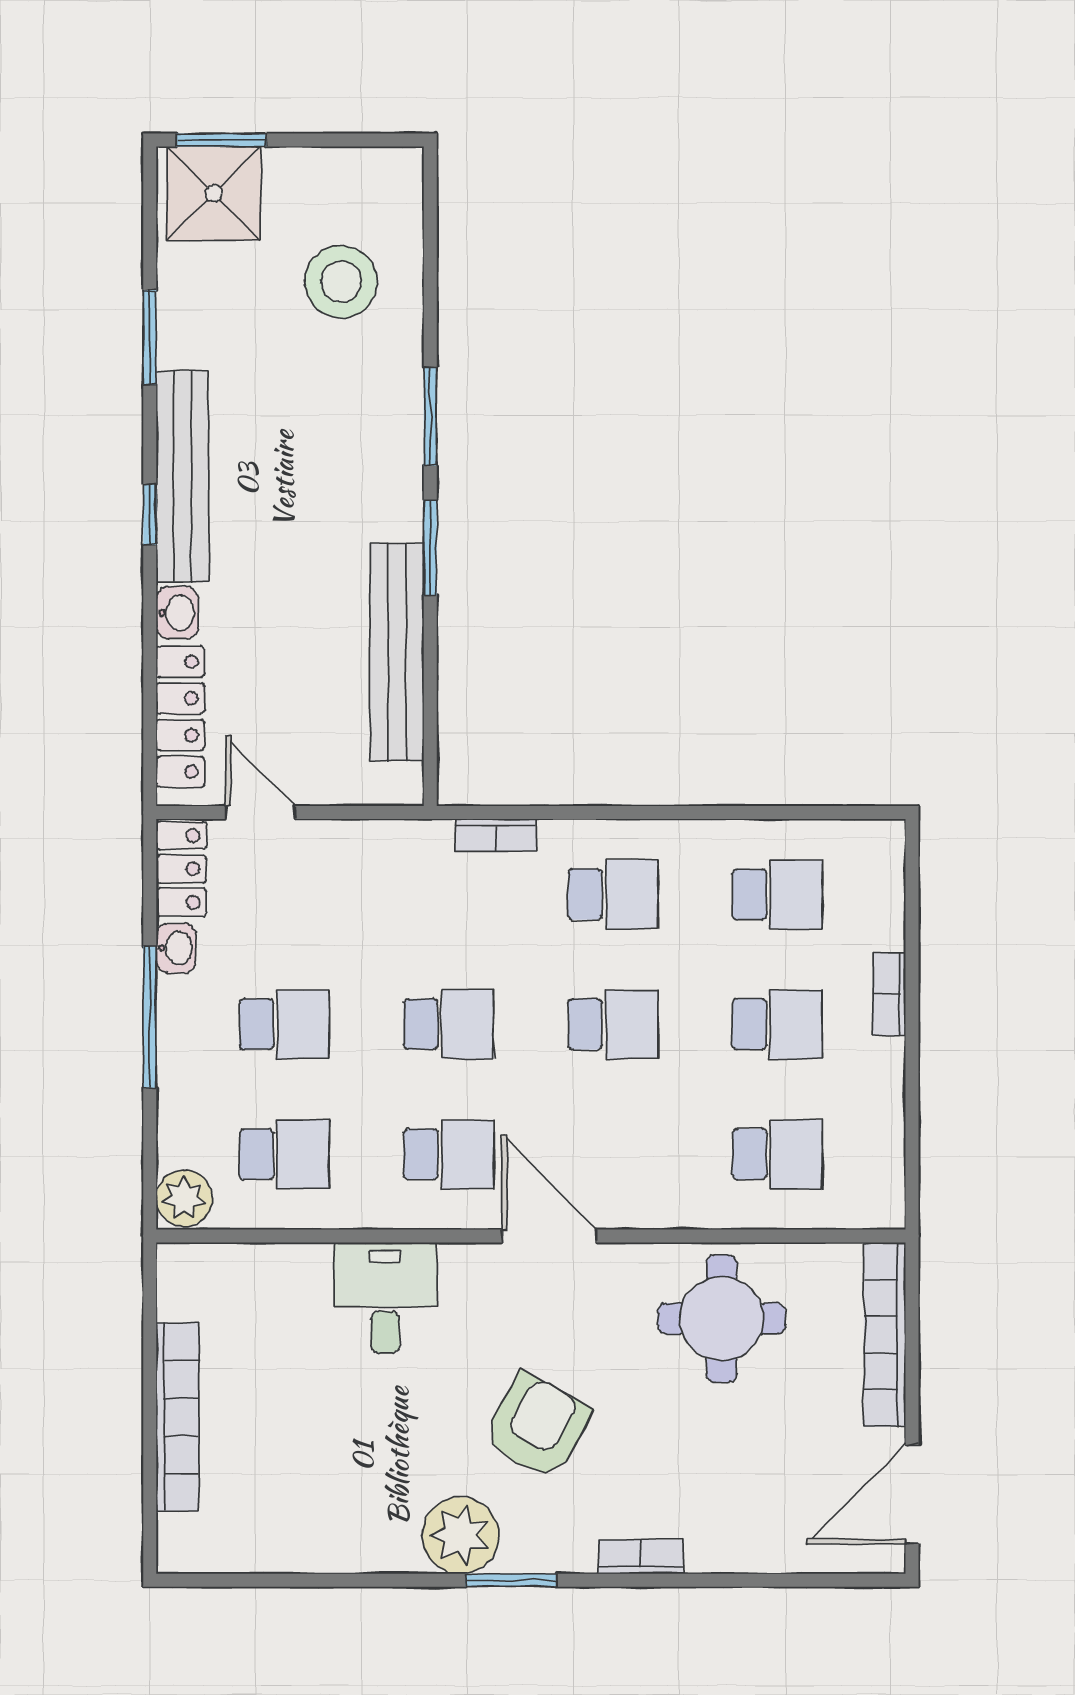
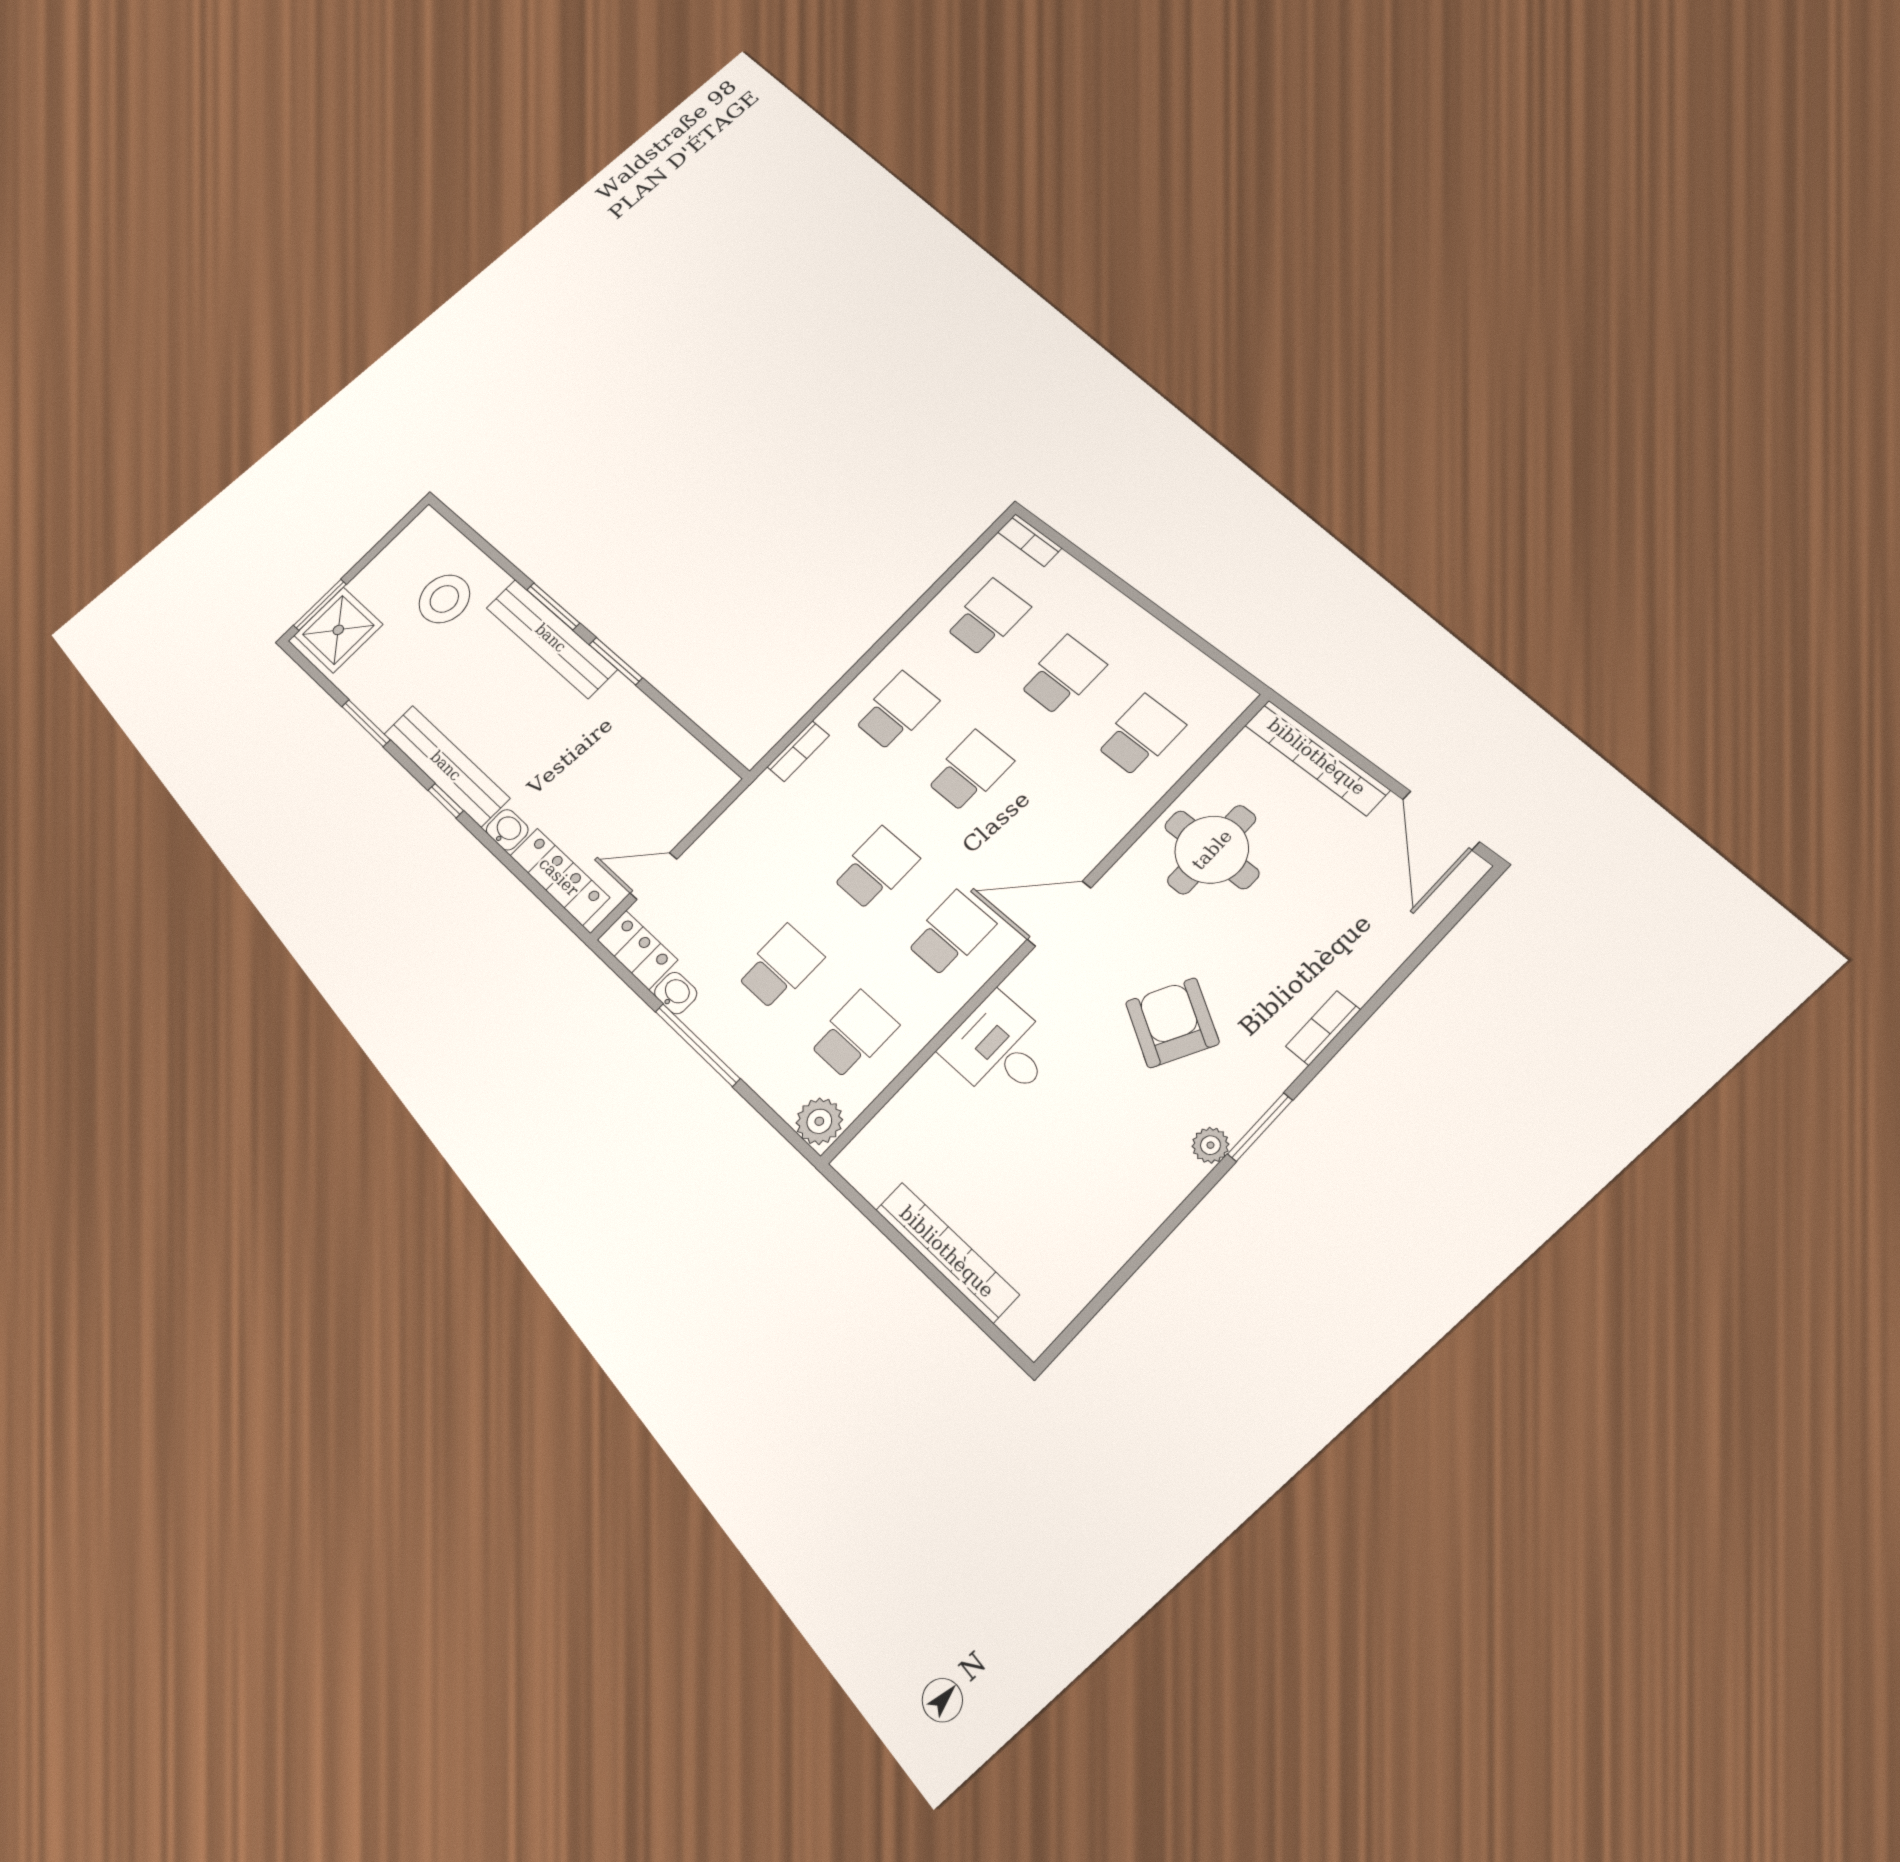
bench: (397, 652) -> (551, 638), moved
bookcase: (889, 994) -> (1030, 540), moved
plant: (460, 1535) -> (1210, 1145), width x0.53, depth x0.53

